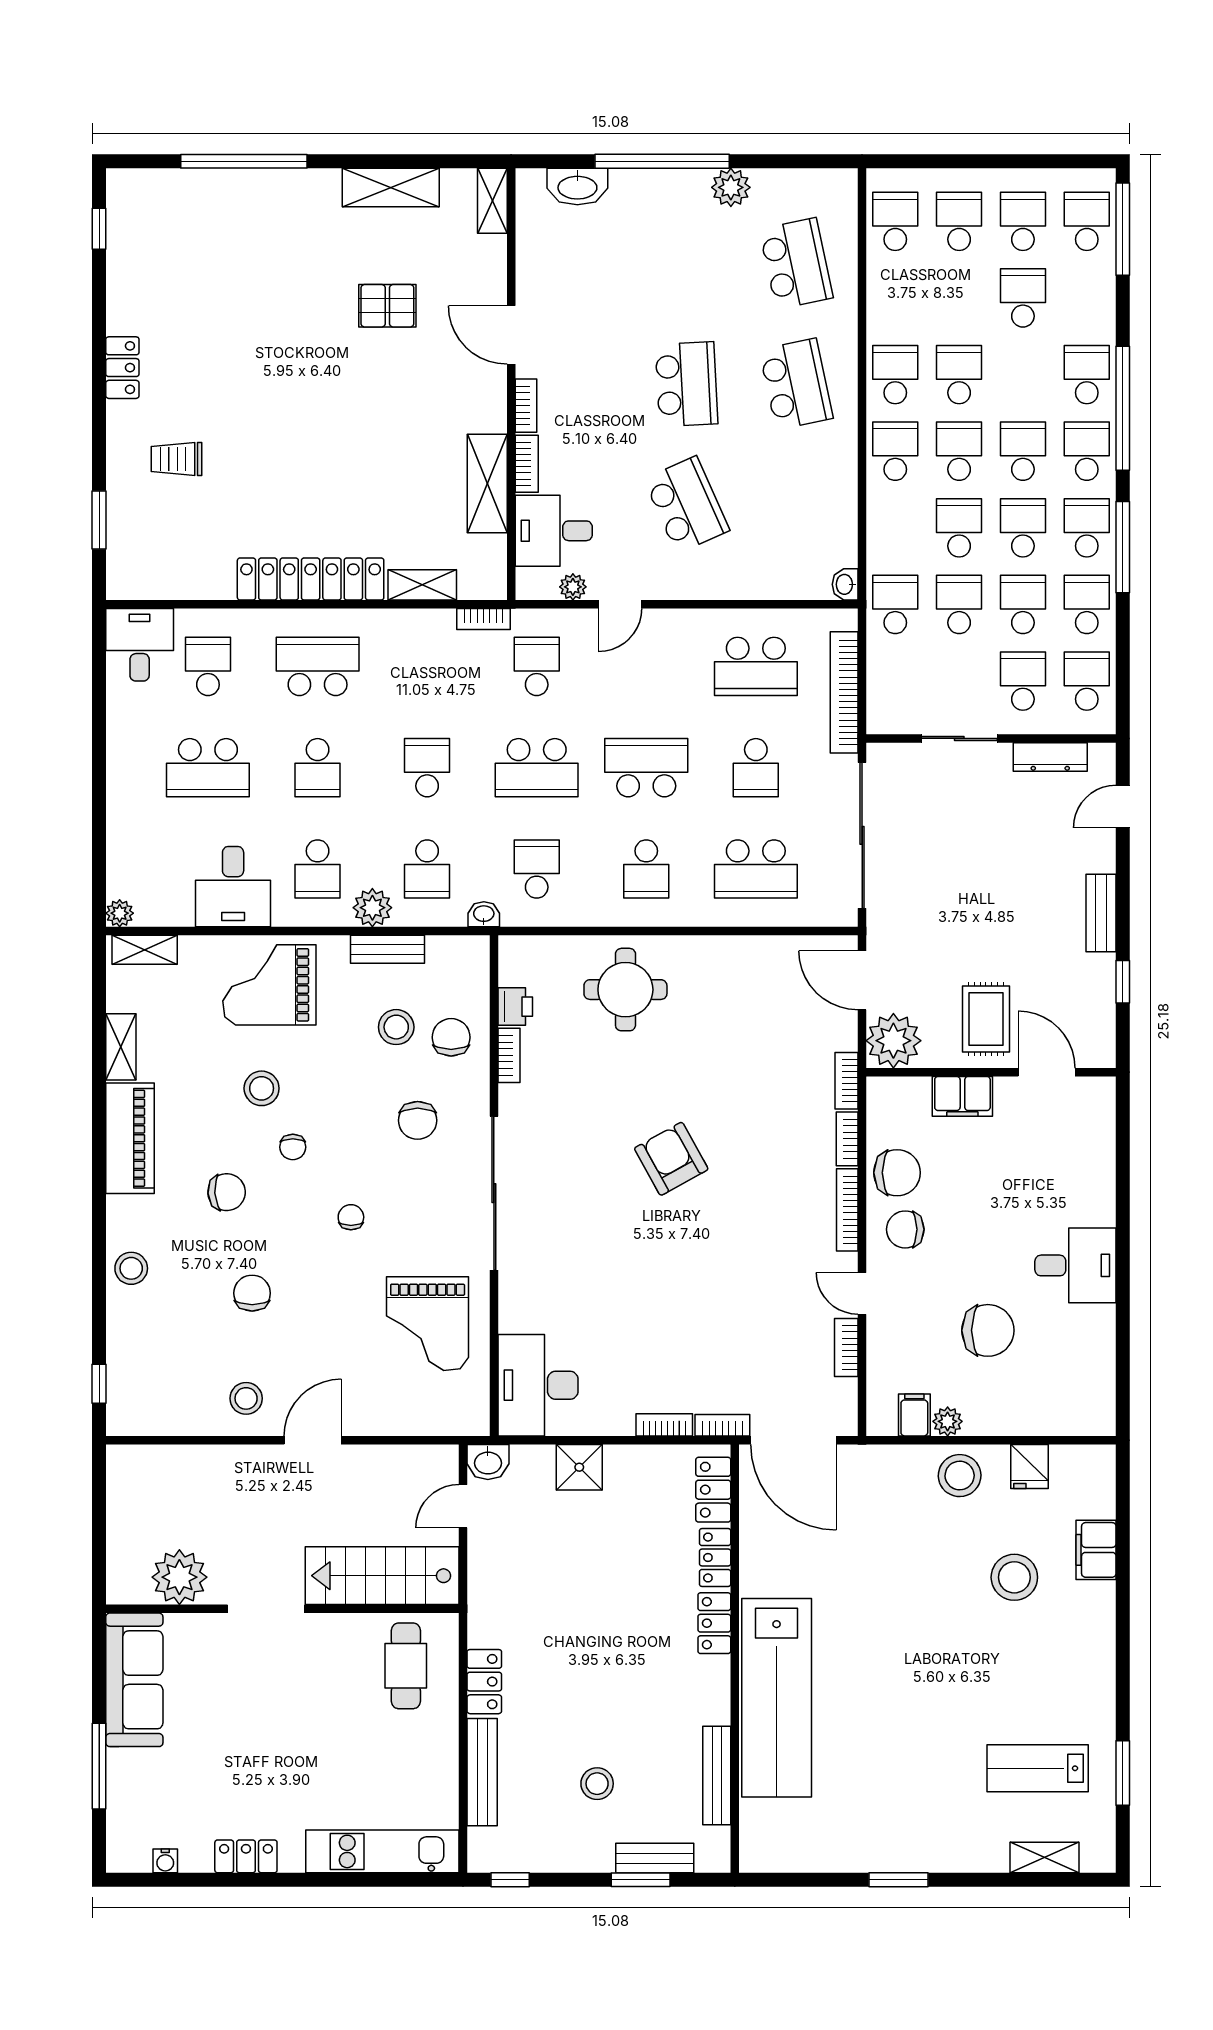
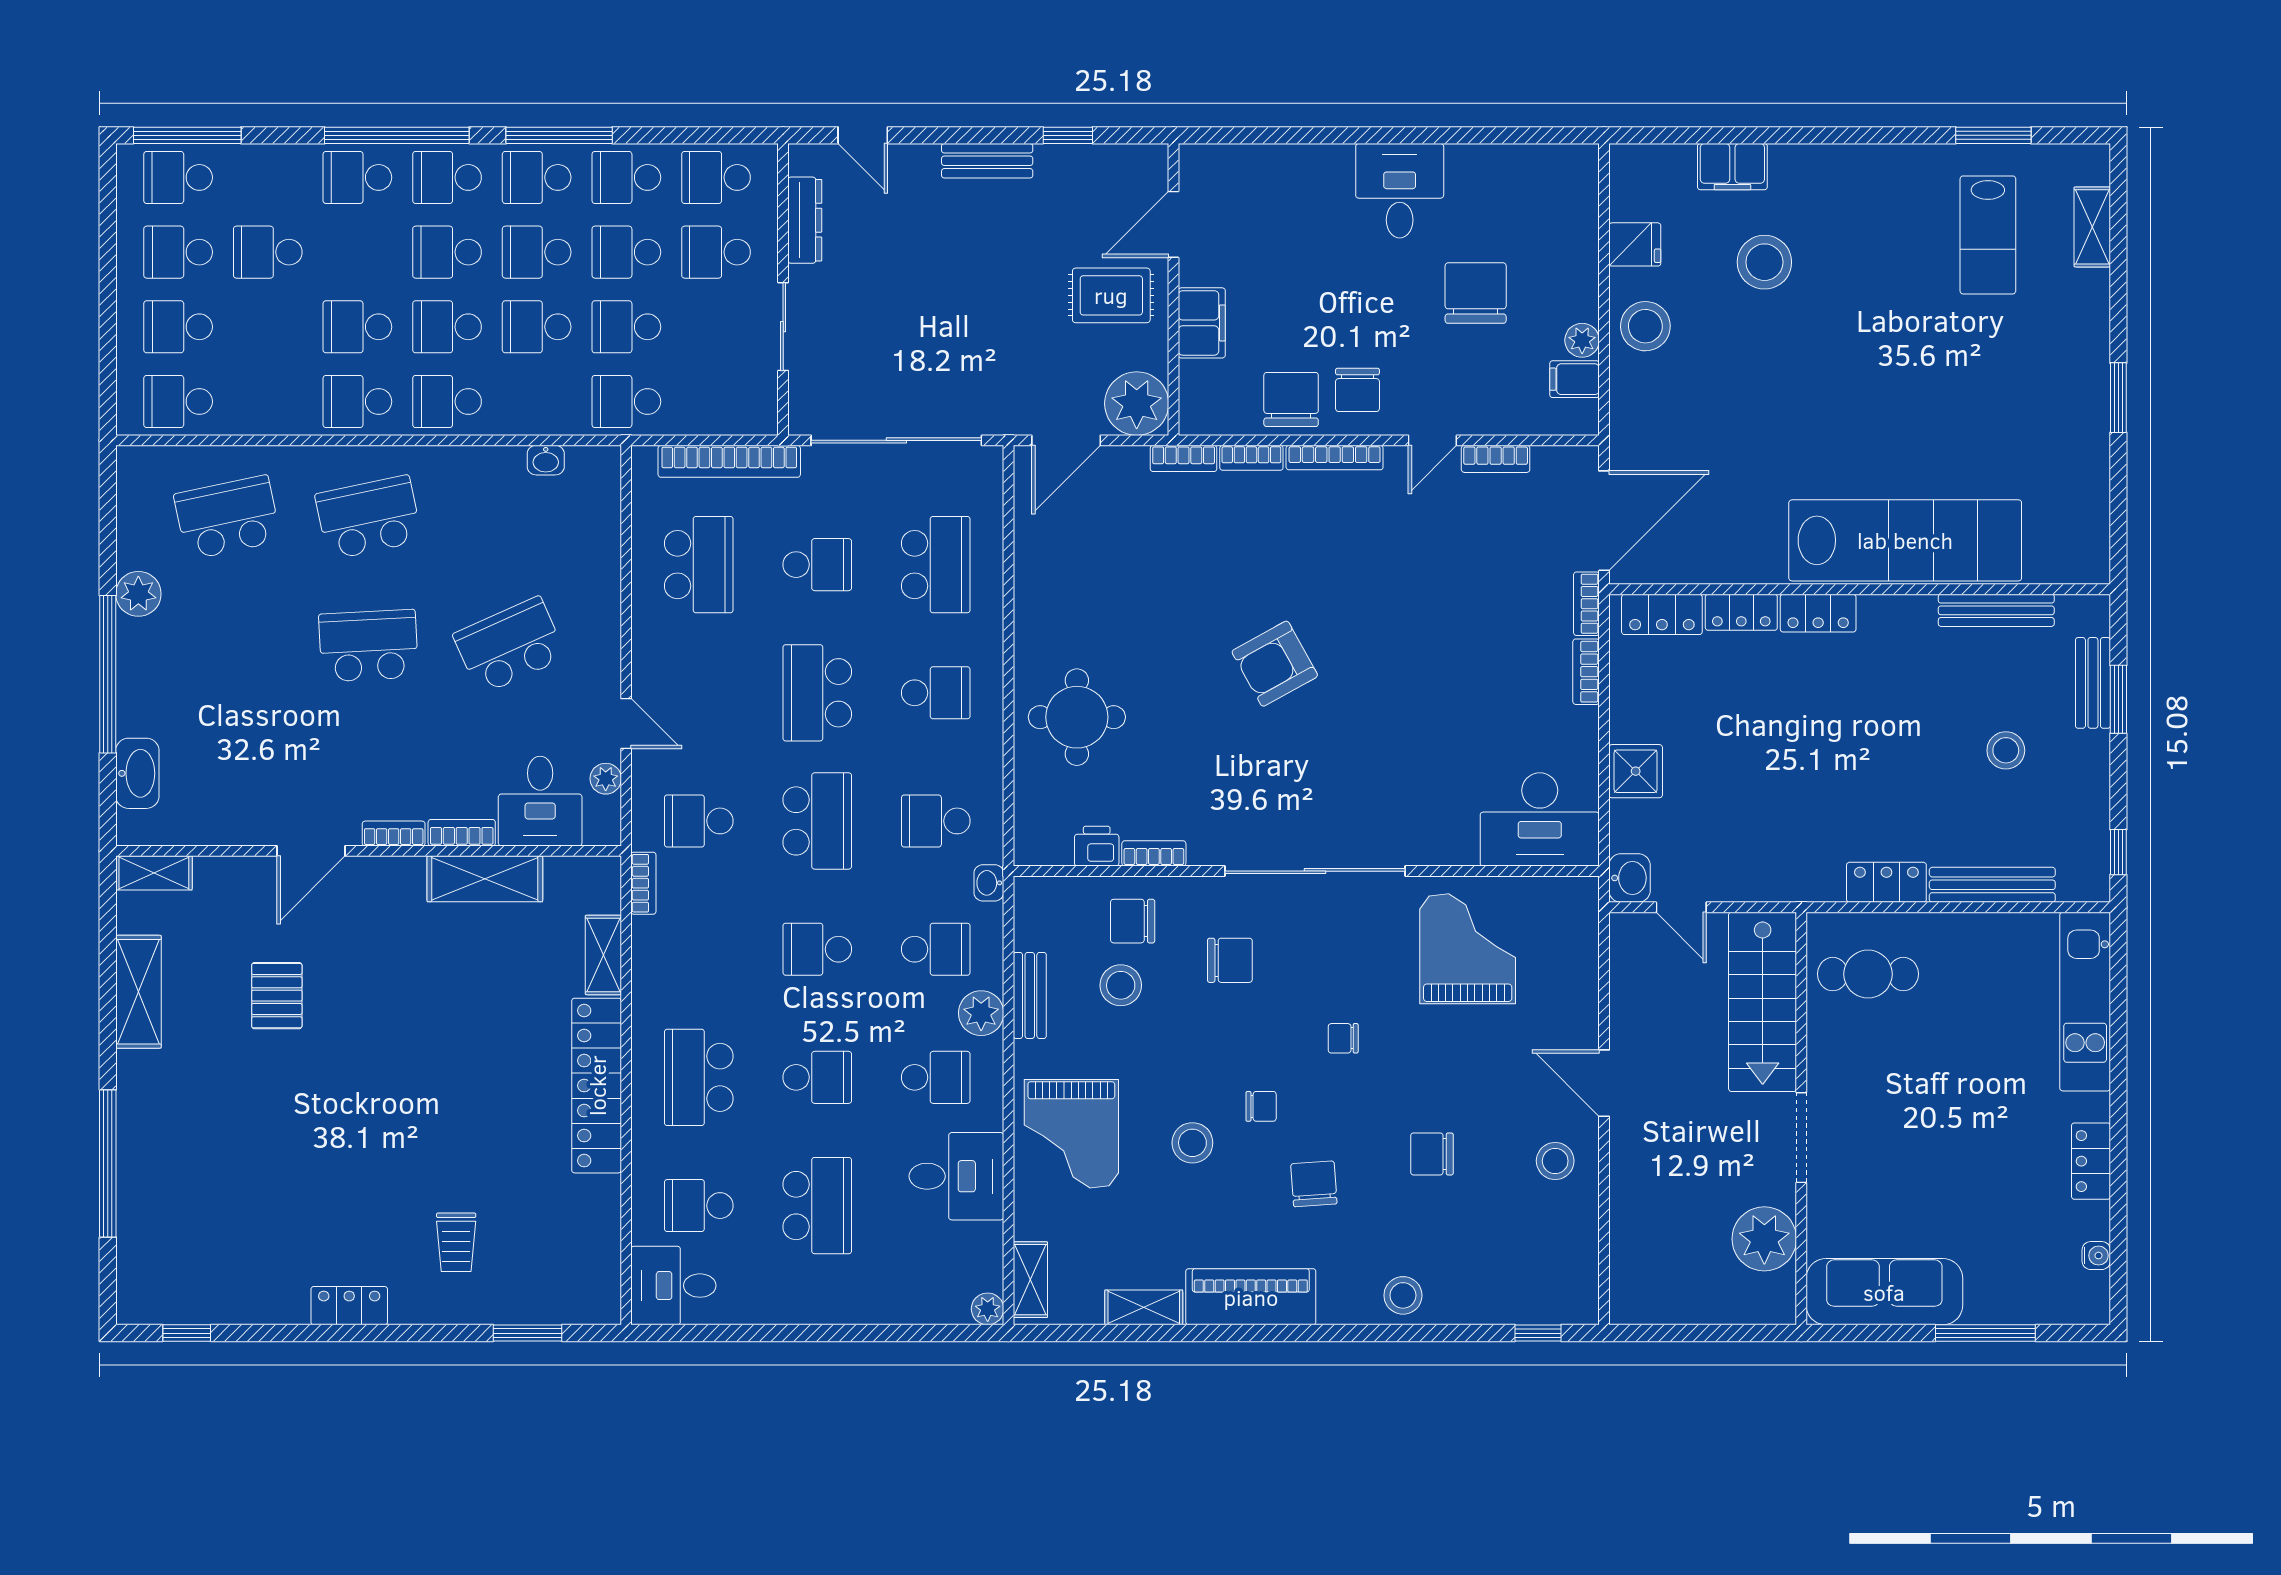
washbasin: (845, 584) -> (546, 460), moved
grand piano: (428, 1324) -> (1468, 949), turned -90

